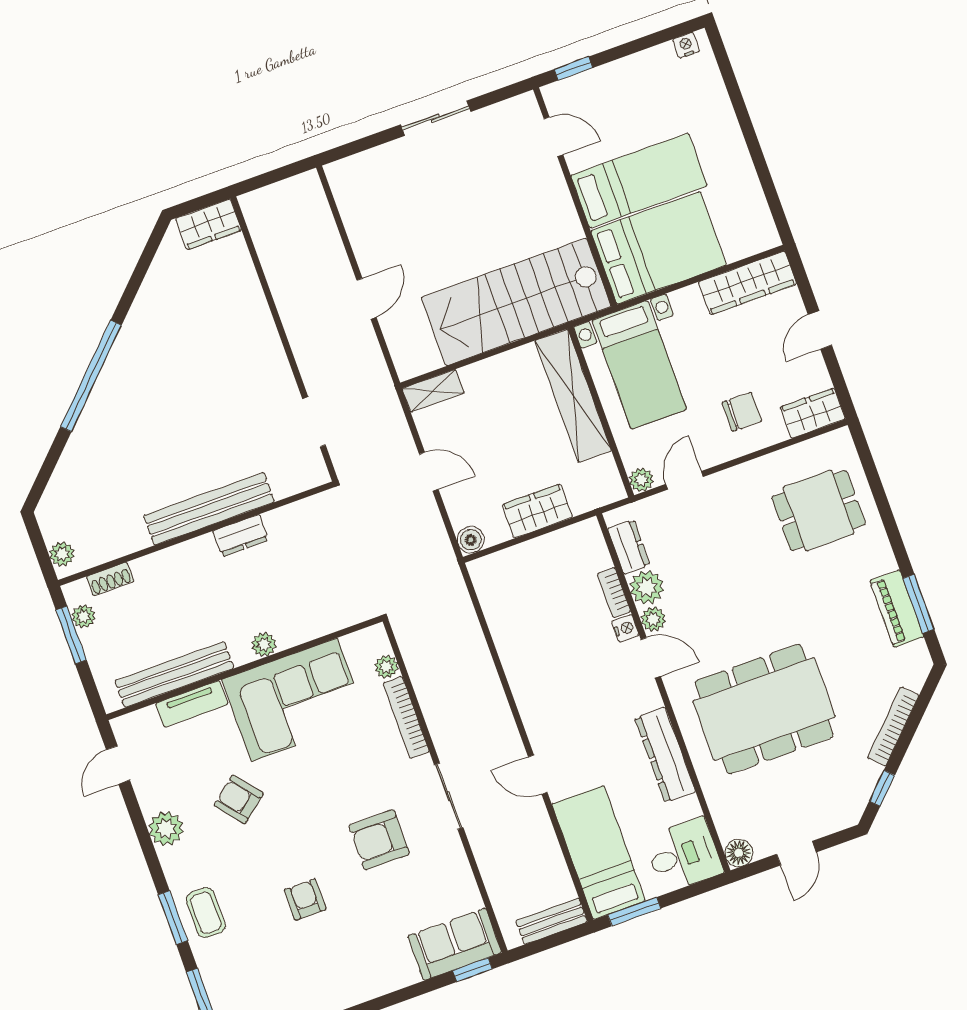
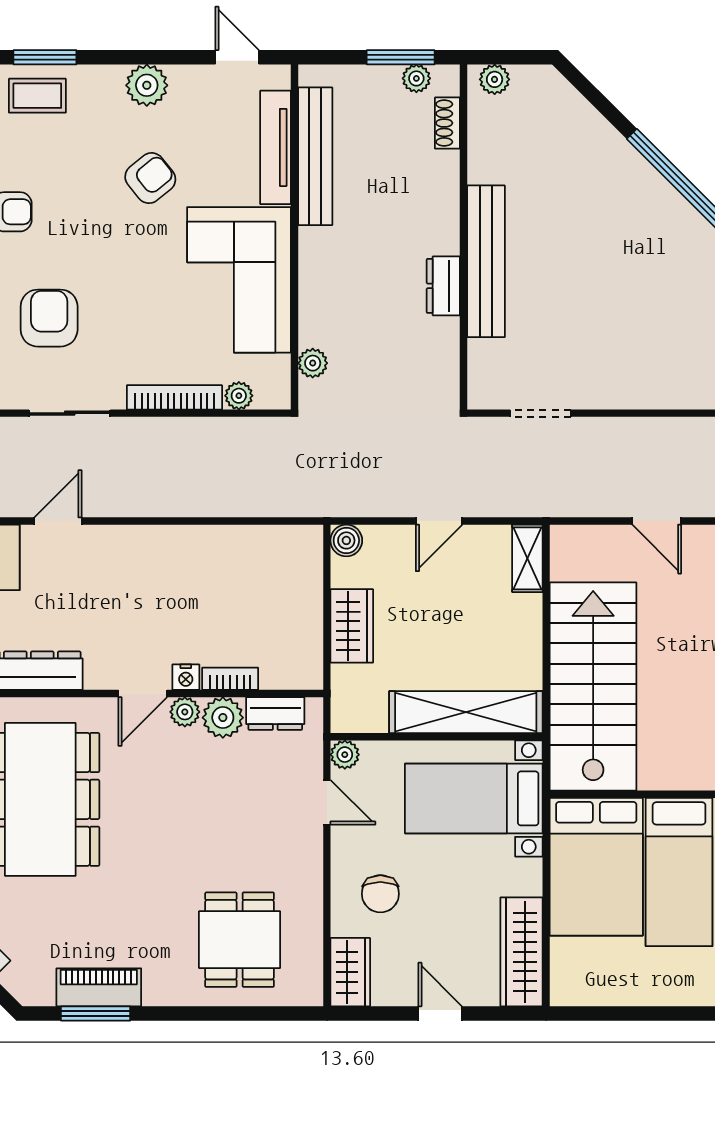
plant: (264, 644) -> (313, 363), moved
tv unit: (192, 704) -> (276, 147), width x1.41

